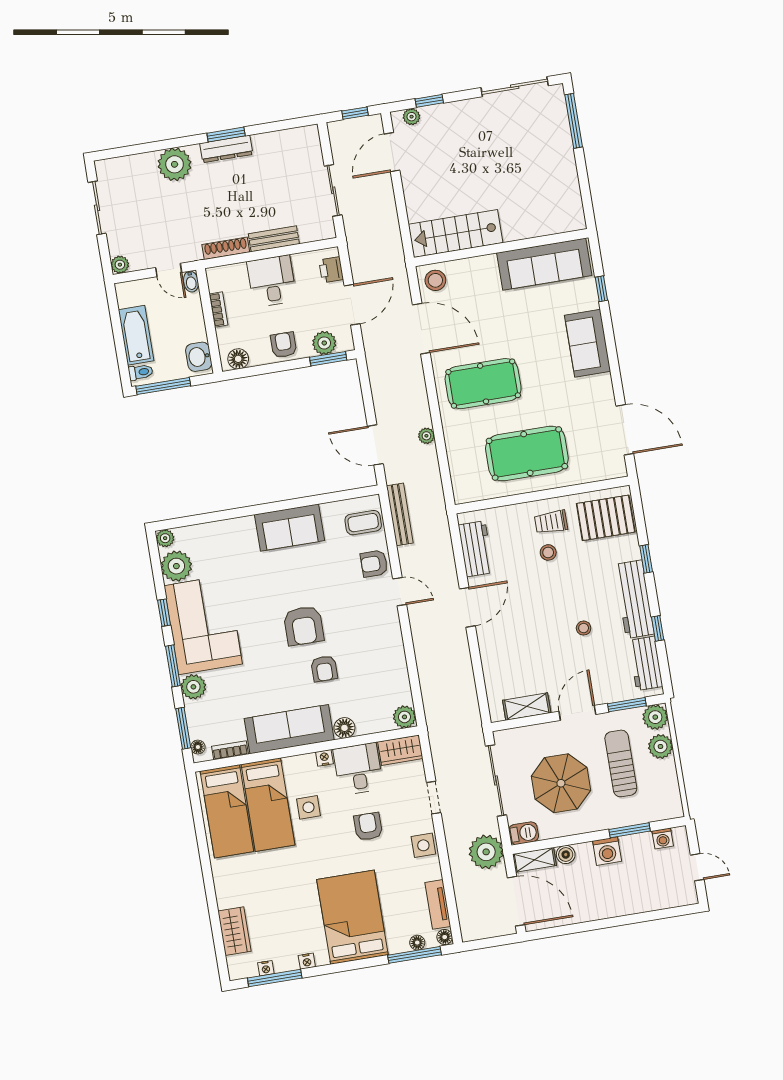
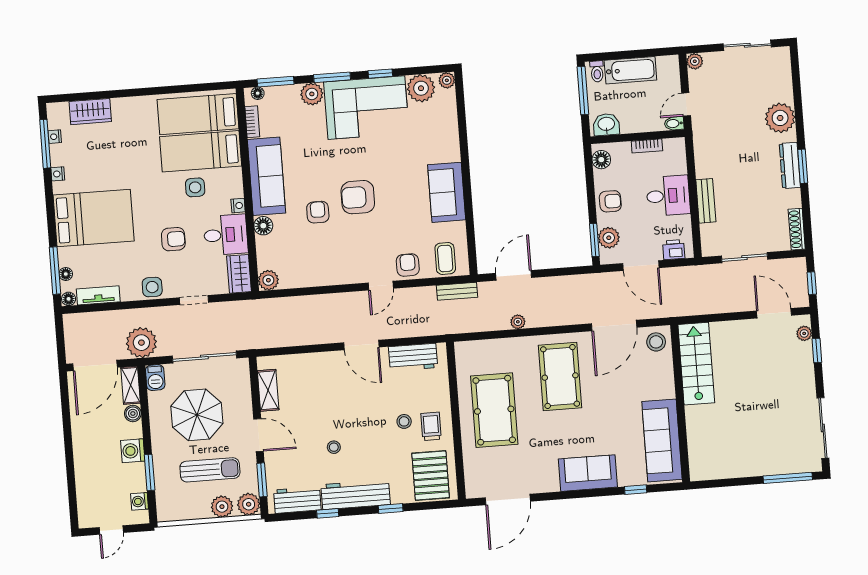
shoe rack: (226, 248) -> (797, 229), moved, turned 180
bench: (400, 514) -> (457, 291), width x0.73
armchair: (324, 669) -> (318, 212), turned 90

